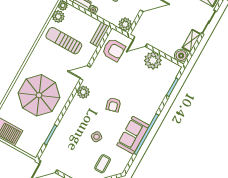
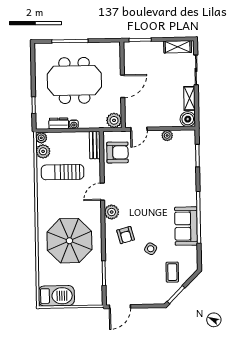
plant: (153, 60) -> (167, 136), width x0.53, depth x0.53
armchair: (113, 105) -> (126, 235), moved

